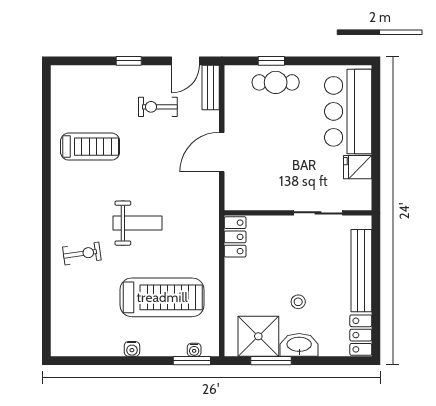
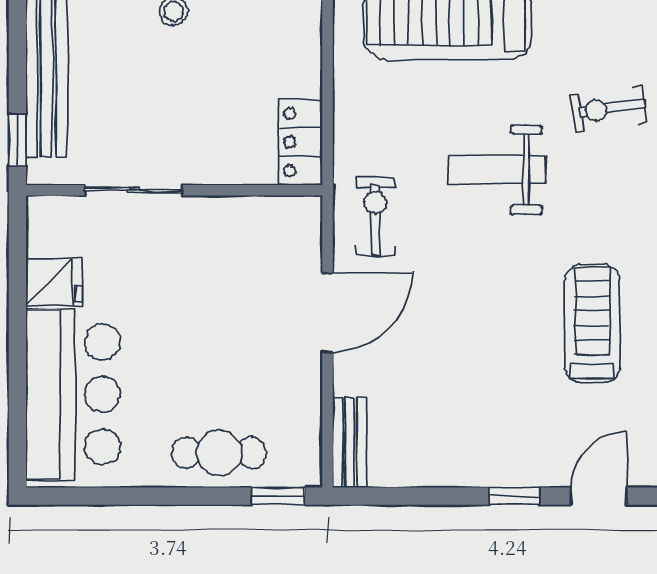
door: (185, 61) -> (599, 496), moved
window: (271, 61) -> (278, 496), moved
exercise bike: (158, 107) -> (375, 217), moved, turned -90
treadmill: (90, 147) -> (592, 324), turned 90
window: (376, 238) -> (17, 140), added

